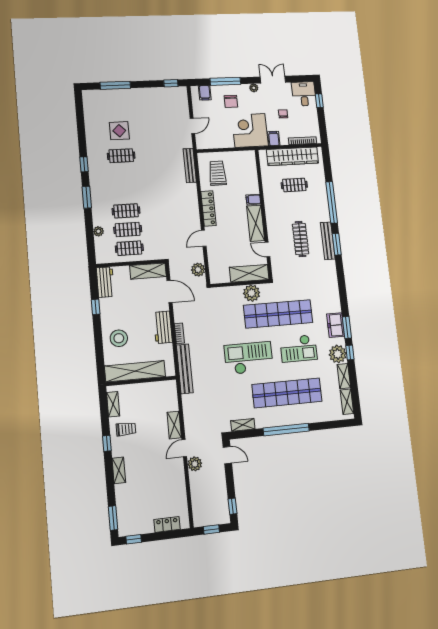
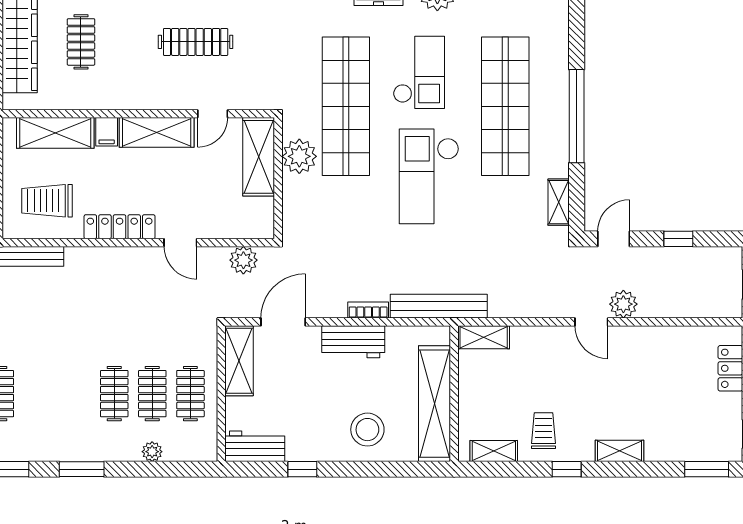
shelving: (250, 175) -> (55, 133), added
shelving: (174, 425) -> (484, 337), moved
window: (233, 506) -> (678, 239), moved

